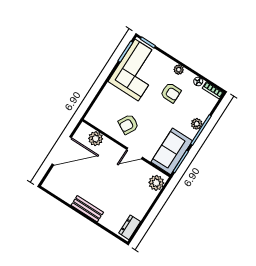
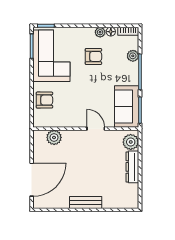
plant: (179, 70) -> (100, 32), moved
armchair: (128, 124) -> (44, 100), moved, turned -119
plant: (197, 124) -> (133, 56), moved
door: (62, 151) -> (32, 180), moved
door: (135, 153) -> (96, 129), swing flipped
dresser: (130, 227) -> (132, 167), moved, width x1.44

